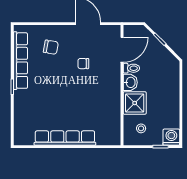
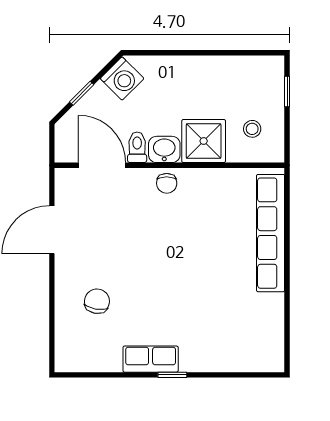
row of seats: (21, 61) -> (151, 359), width x0.50
chair: (83, 64) -> (167, 183), moved
washing machine: (171, 137) -> (122, 78), moved, turned -135
row of seats: (65, 138) -> (271, 233), moved

